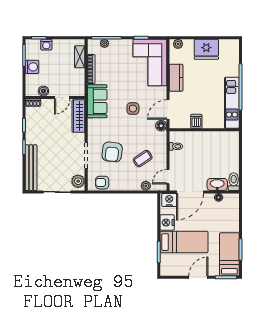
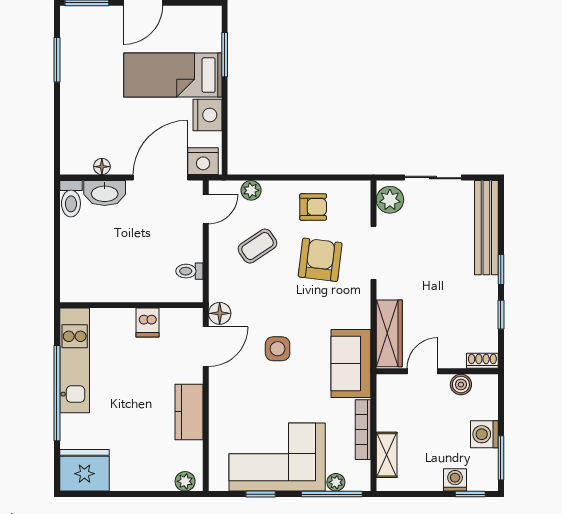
fridge: (206, 49) -> (84, 470), moved
corner sofa: (150, 62) -> (277, 457), moved, turned -90
armchair: (102, 183) -> (313, 207), moved
bed: (229, 254) -> (80, 50), removed

